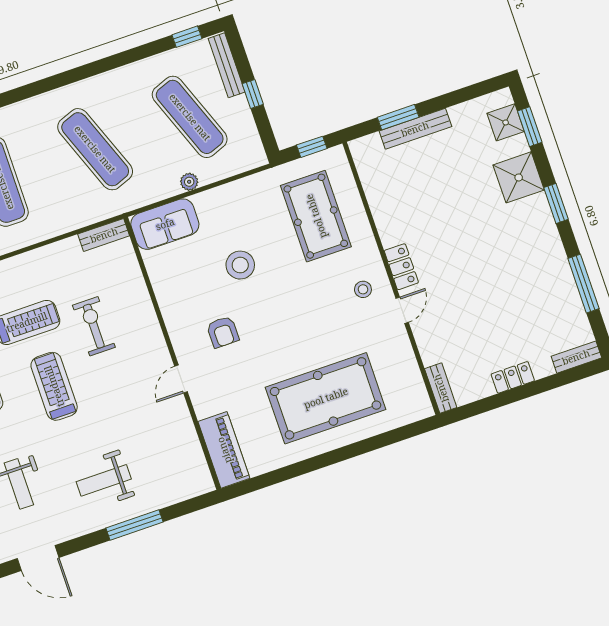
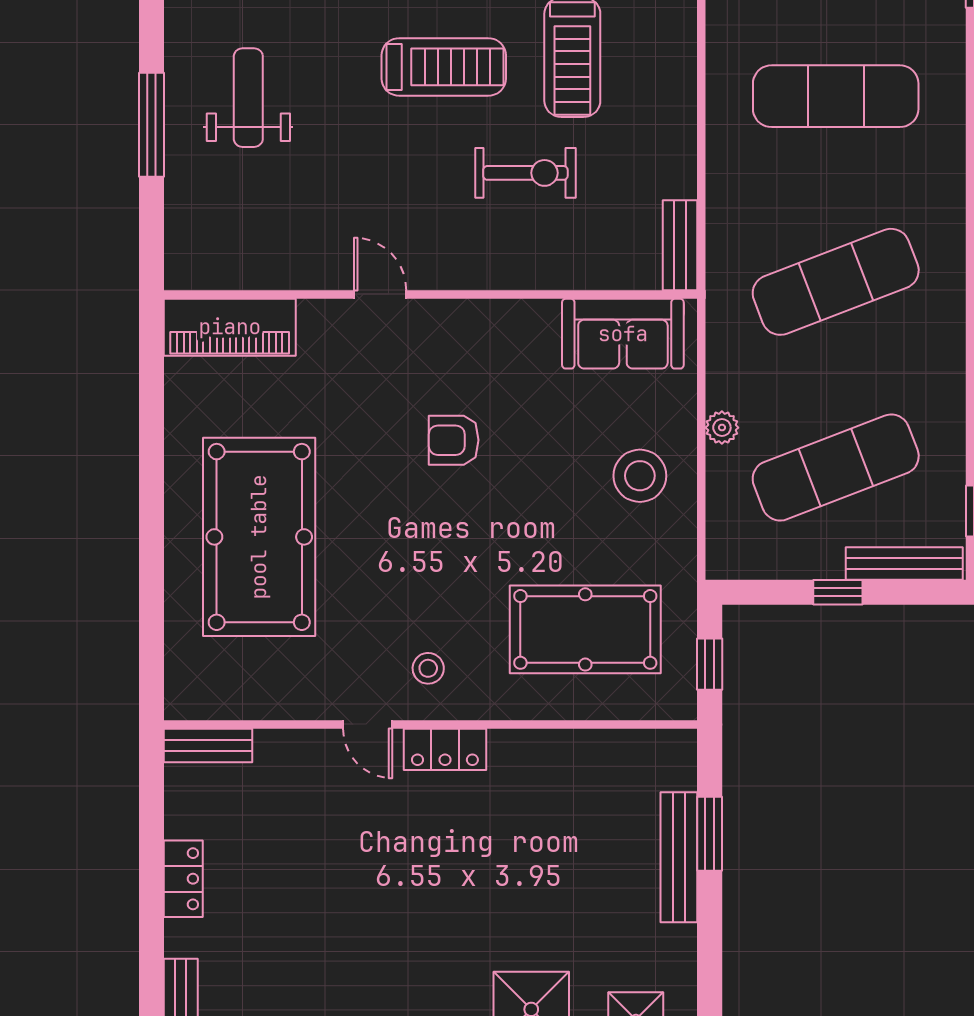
sofa: (165, 224) -> (623, 334), moved, turned -90
stool: (240, 265) -> (640, 476), moved
armchair: (223, 332) -> (454, 440), moved

